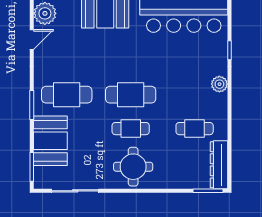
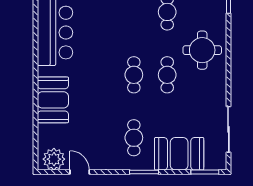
cafe table: (67, 95) -> (134, 138), width x0.73, depth x0.74
cafe table: (131, 95) -> (134, 75), width x0.73, depth x0.74
round table: (133, 167) -> (202, 50), moved

